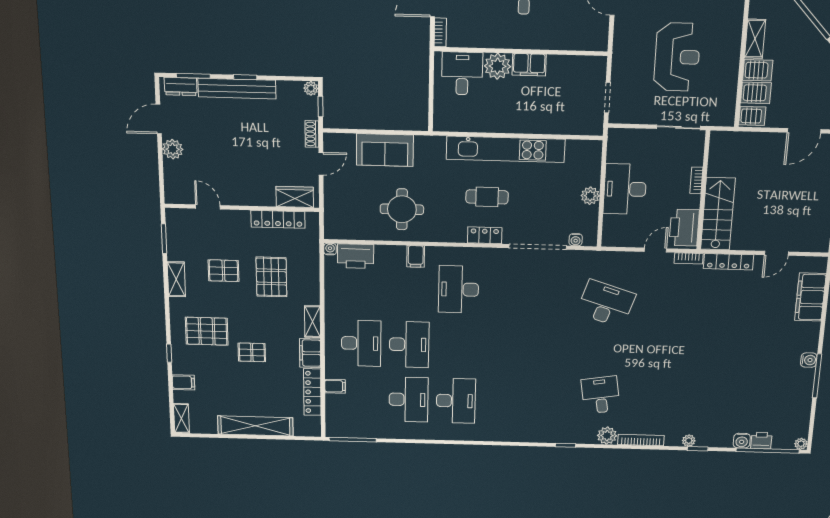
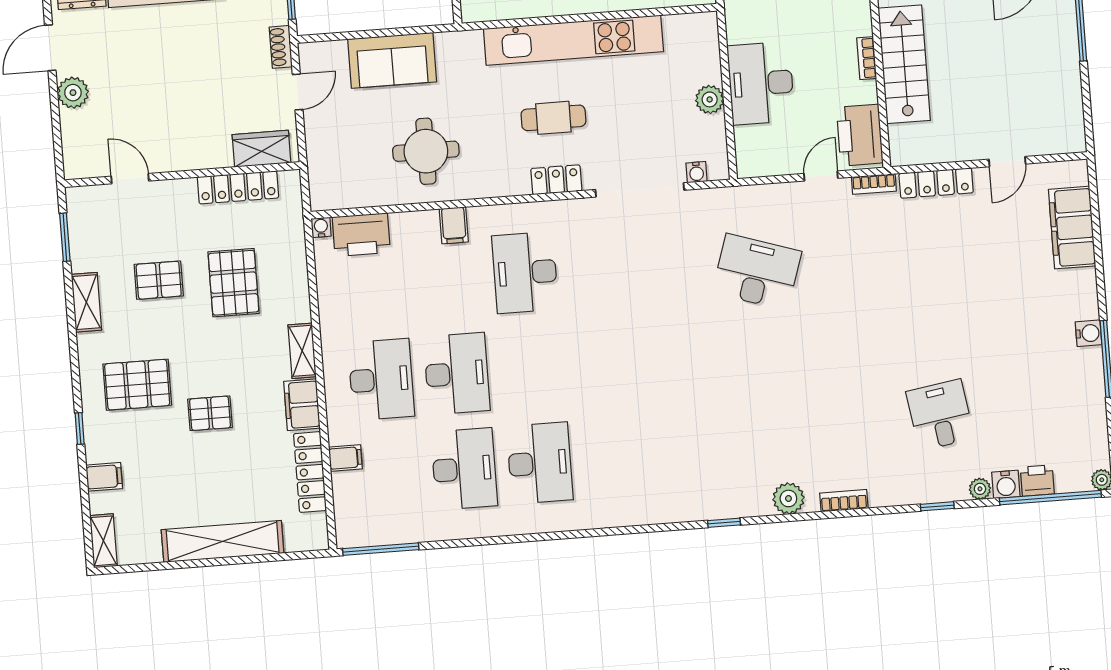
stairs: (718, 214) -> (904, 64), moved
desk: (601, 395) -> (940, 415), moved
bookcase: (641, 440) -> (844, 501), width x0.64
plant: (689, 441) -> (980, 489), moved

